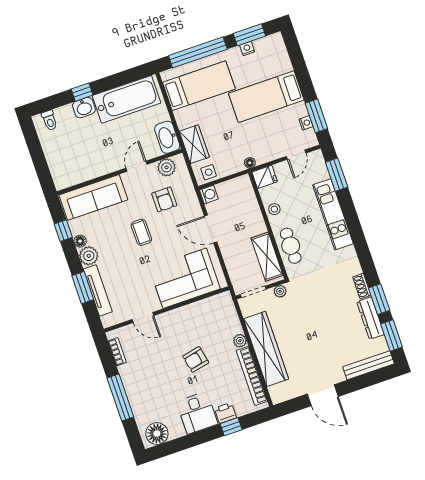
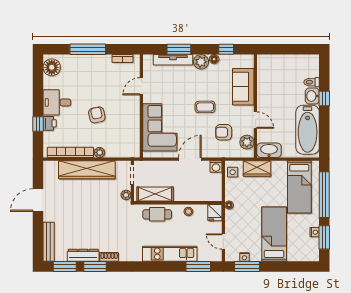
toilet: (49, 120) -> (312, 82), moved
sofa: (93, 197) -> (243, 87), width x0.73

